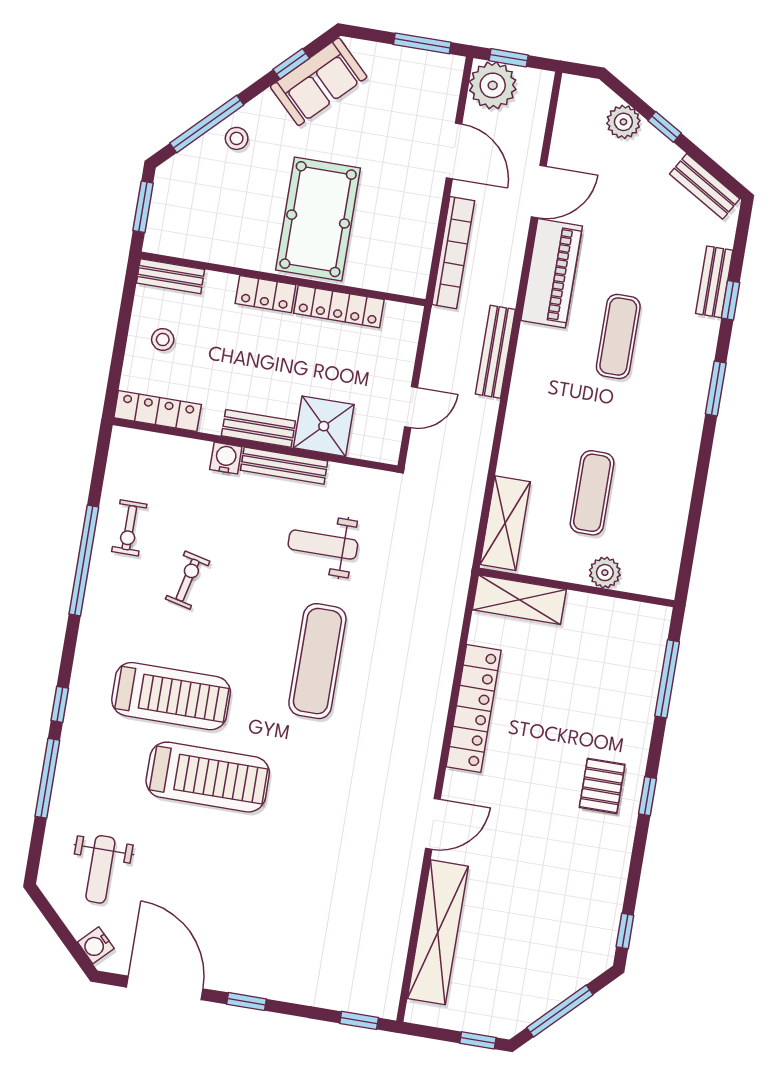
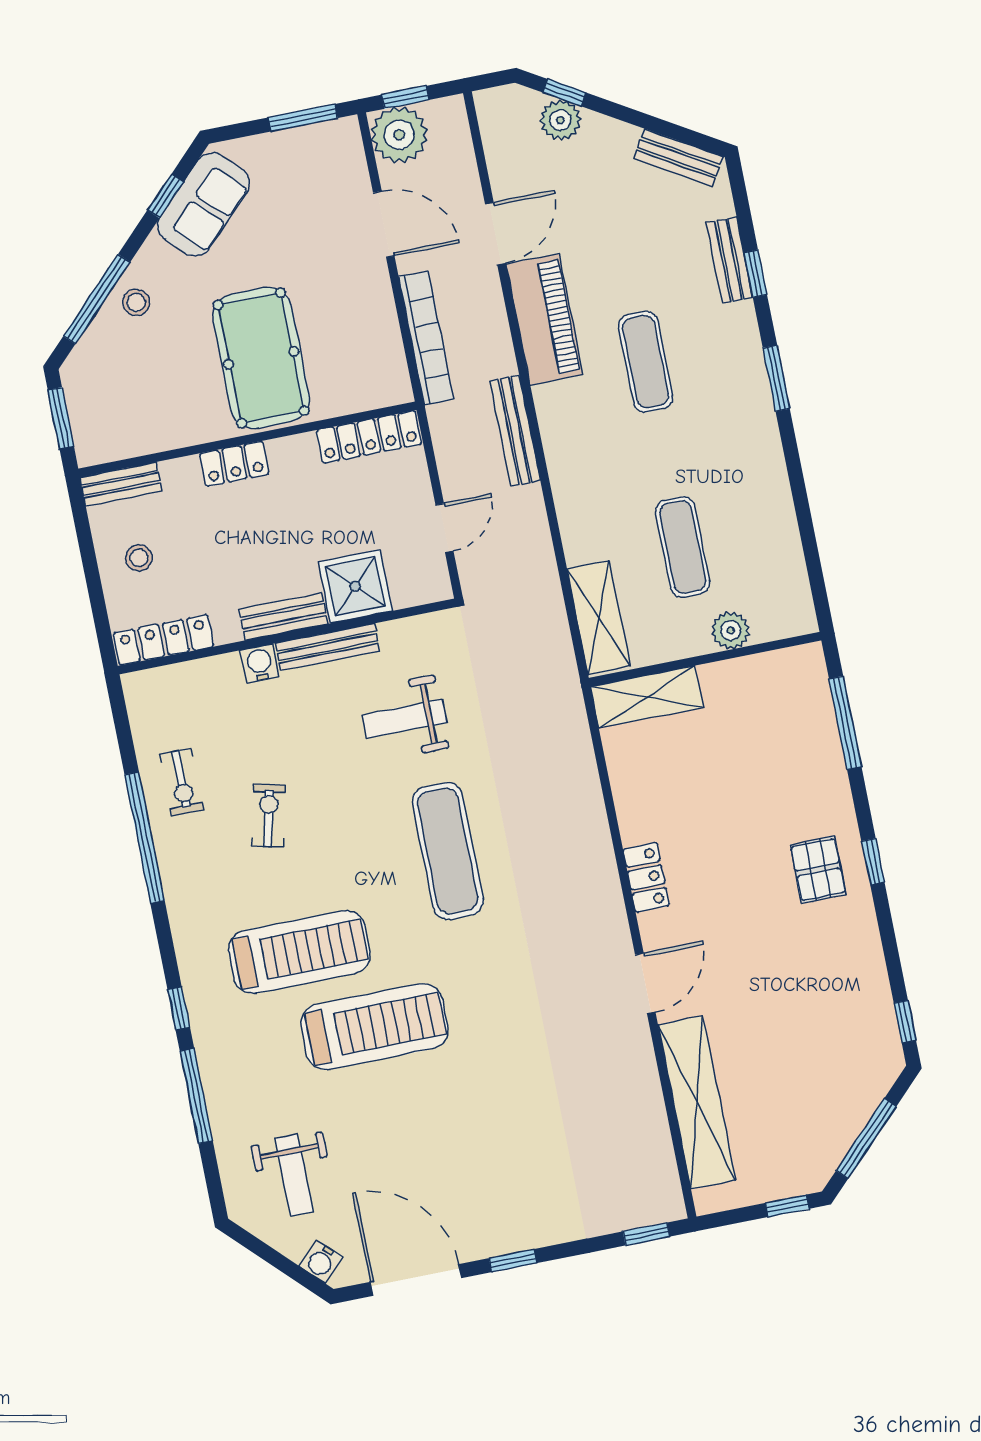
window: (665, 127) -> (564, 93), moved
locker: (339, 306) -> (369, 437), moved
locker: (474, 709) -> (646, 877), width x0.46, depth x0.83

